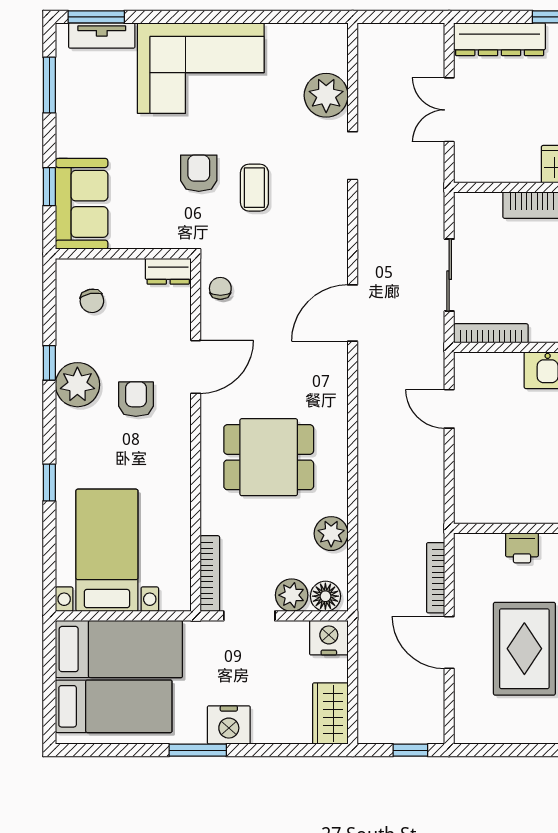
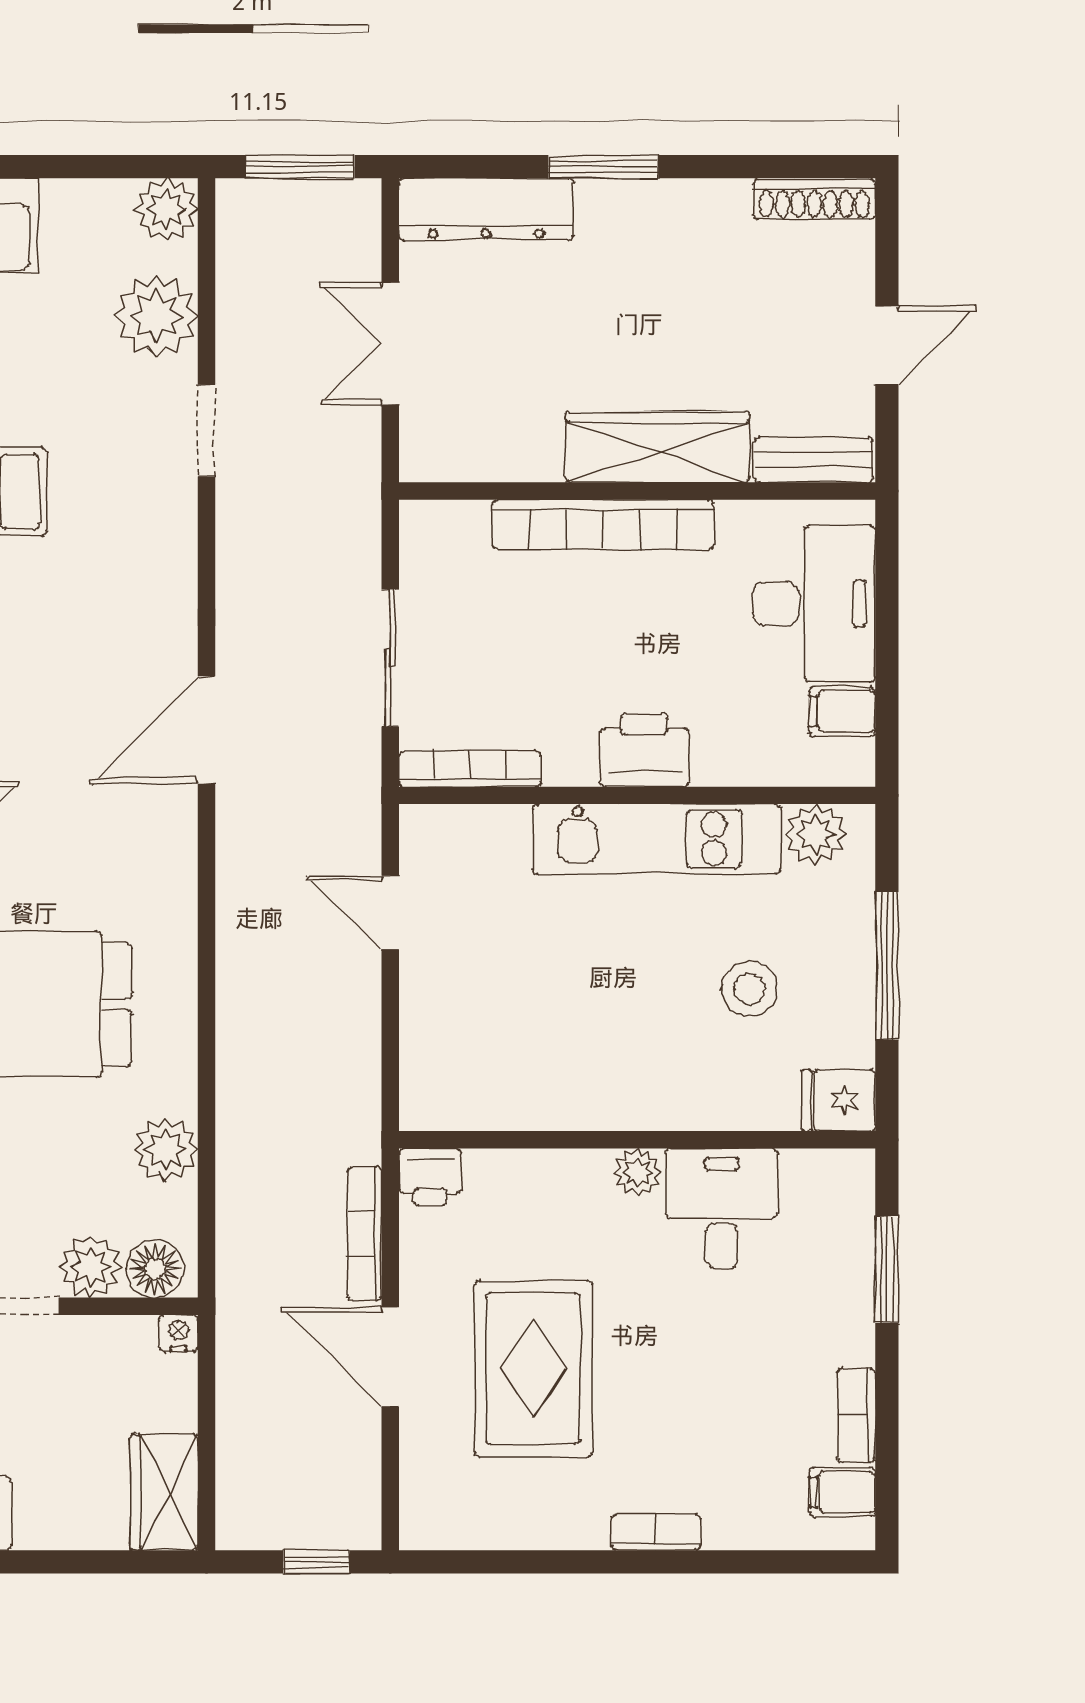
window: (402, 17) -> (300, 167), added
plant: (332, 39) -> (167, 210), added
printer: (522, 548) -> (430, 1177), moved
nightstand: (329, 638) -> (178, 1333), width x0.53, depth x0.56

